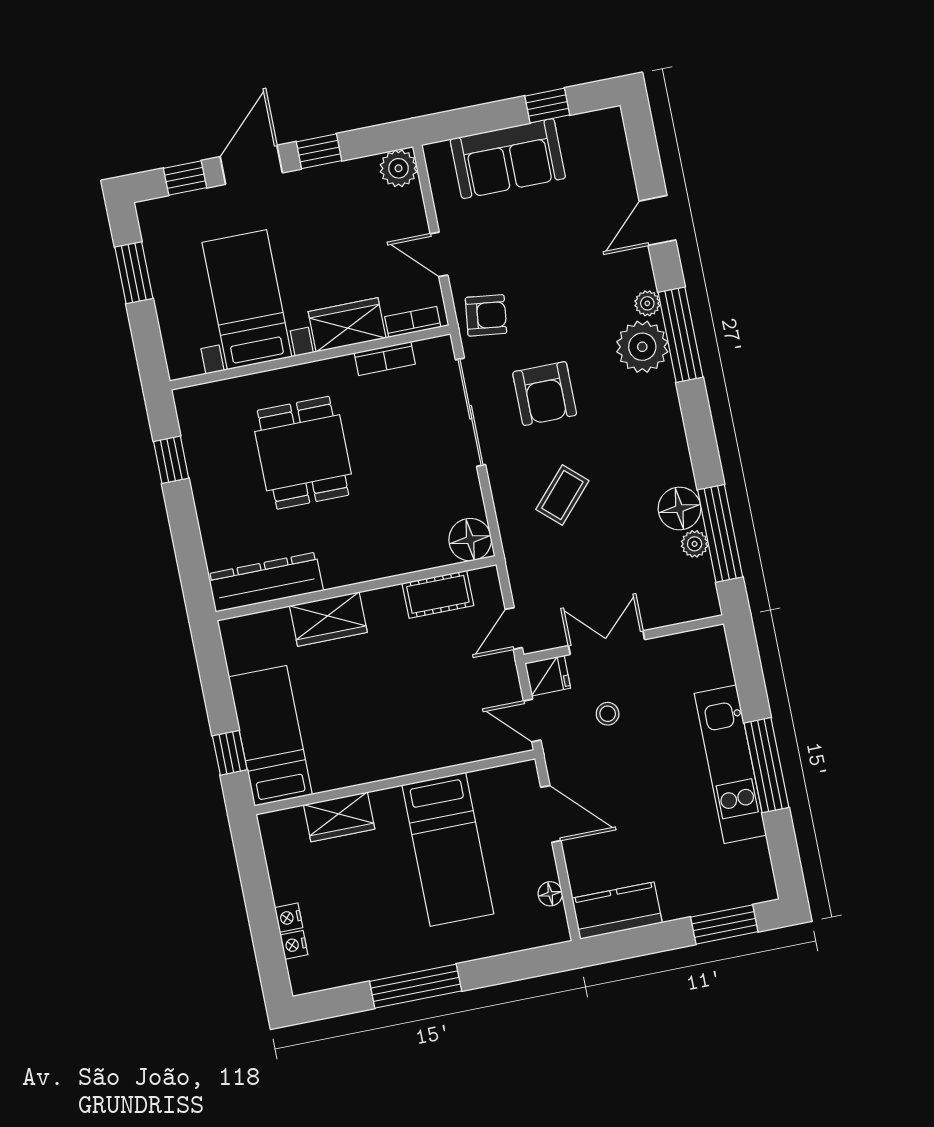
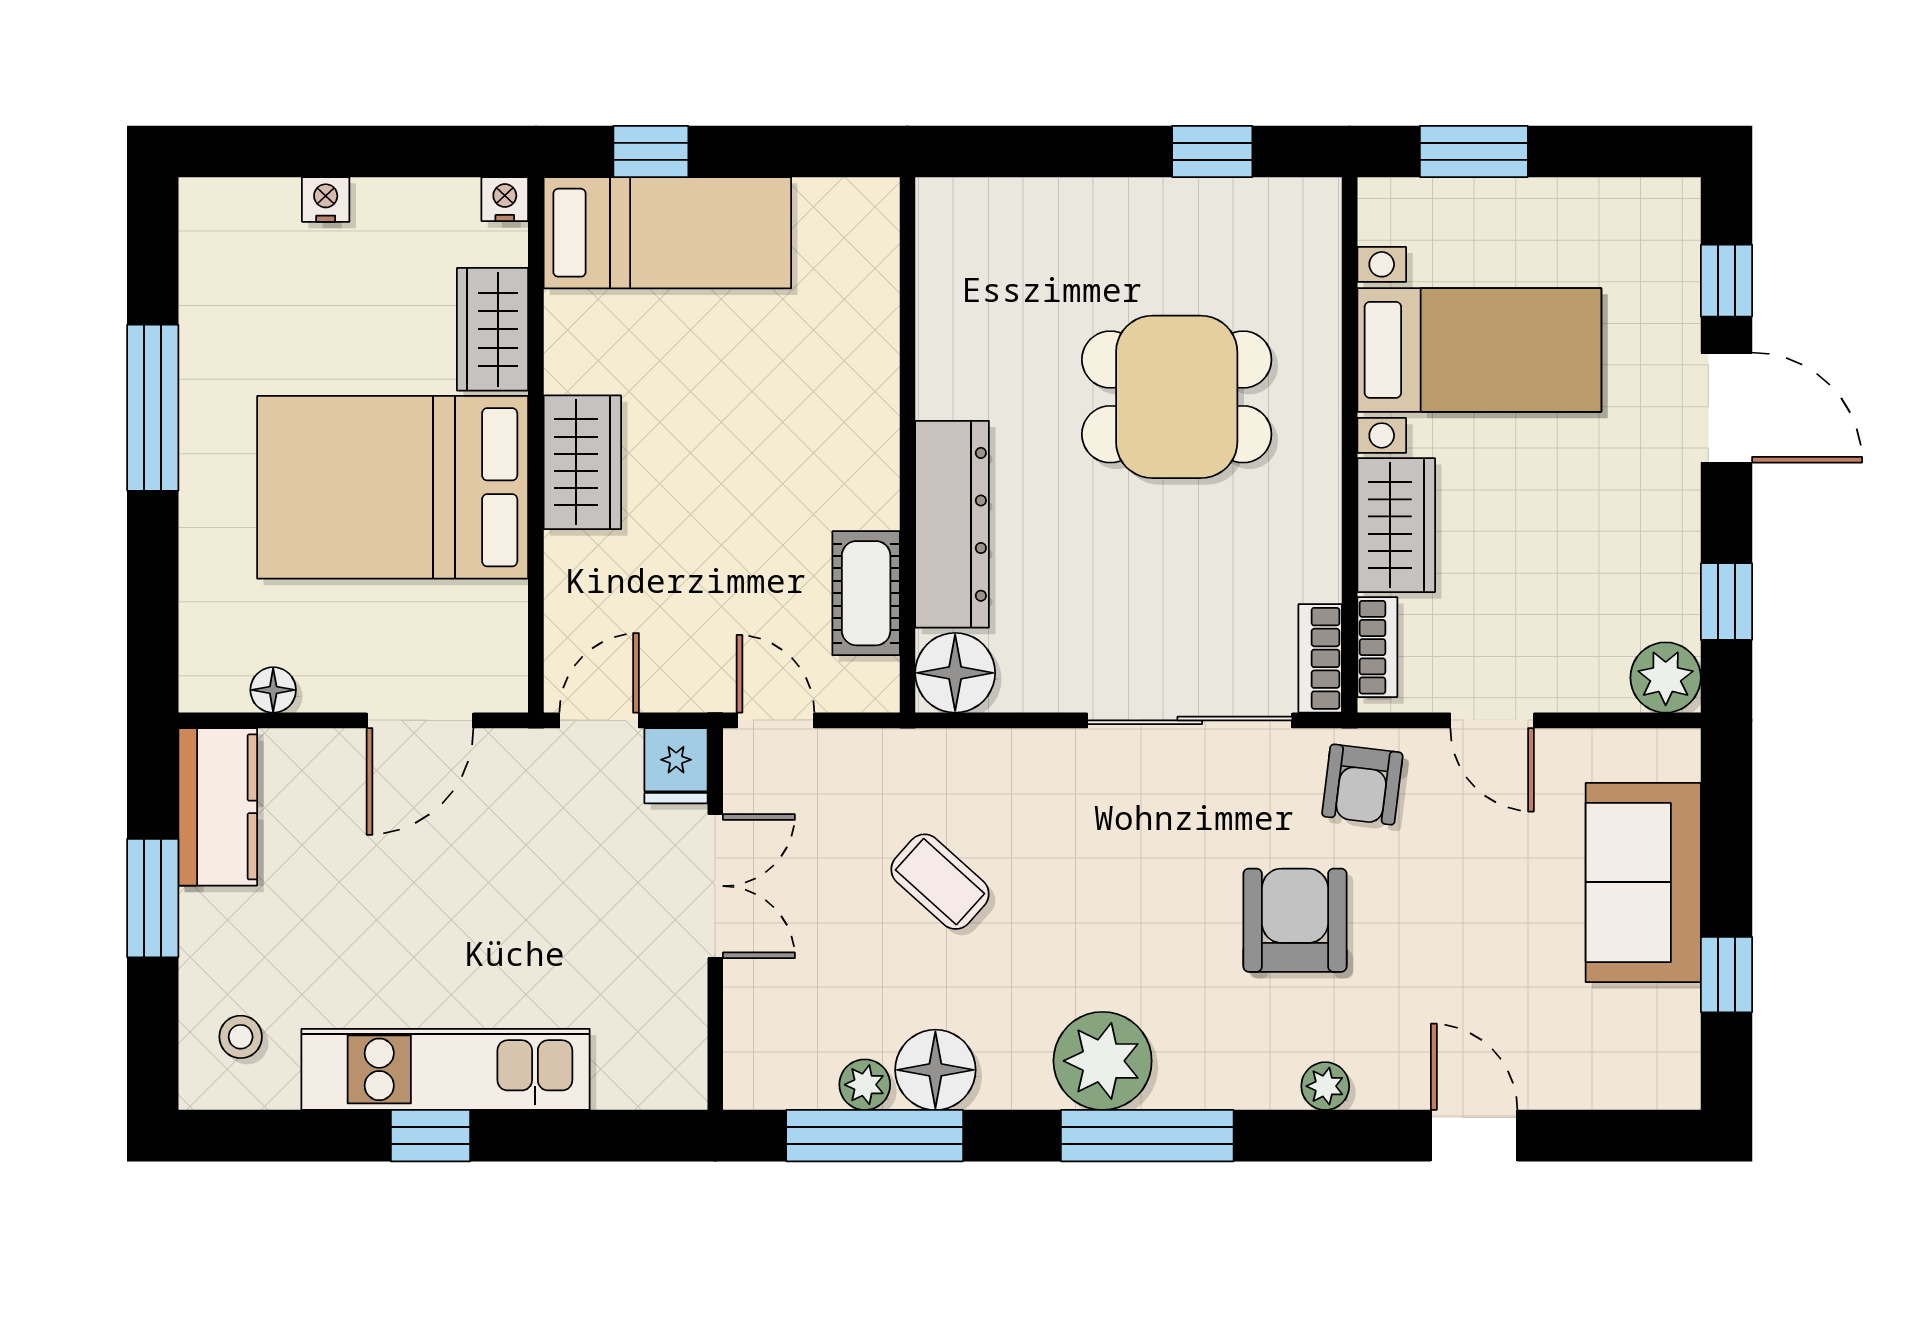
window: (319, 151) -> (1726, 602), moved
door: (439, 254) -> (1492, 720), swing flipped
window: (134, 273) -> (1474, 151), moved
window: (680, 335) -> (1147, 1136), moved
plant: (642, 347) -> (1103, 1061), moved
bookcase: (385, 359) -> (1320, 658), moved
armchair: (545, 394) -> (1295, 920), moved, turned 90
coffee table: (562, 495) -> (940, 882), moved
dresser: (266, 582) -> (952, 524), moved
wardrobe: (328, 619) -> (582, 462), moved, turned 180
stool: (608, 714) -> (241, 1037), moved
window: (766, 765) -> (430, 1136), width x0.46
bed: (448, 849) -> (393, 487), width x1.50
window: (724, 924) -> (153, 898), moved
nightstand: (294, 945) -> (505, 199), moved

